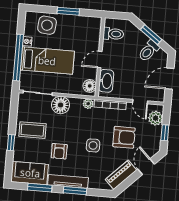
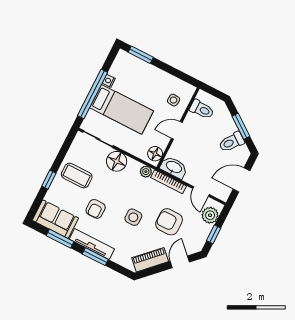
window: (68, 11) -> (141, 55), moved
side table: (47, 25) -> (174, 100), moved, width x0.54, depth x0.54
washbasin: (106, 81) -> (174, 167), moved, turned -90
armchair: (124, 137) -> (169, 222), turned 180

